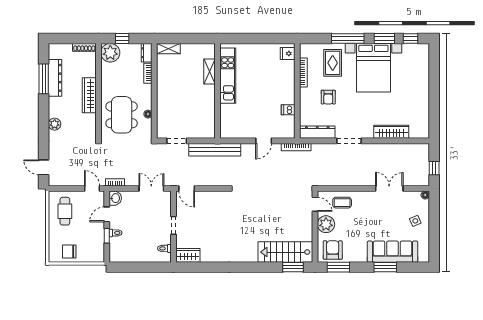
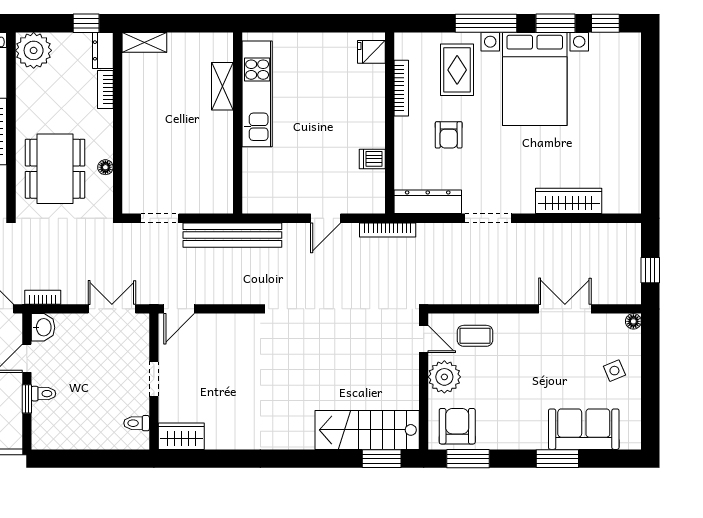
window: (122, 38) -> (86, 23), moved
door: (187, 188) -> (179, 309), hinge flipped
sofa: (393, 252) -> (584, 429), width x0.73

